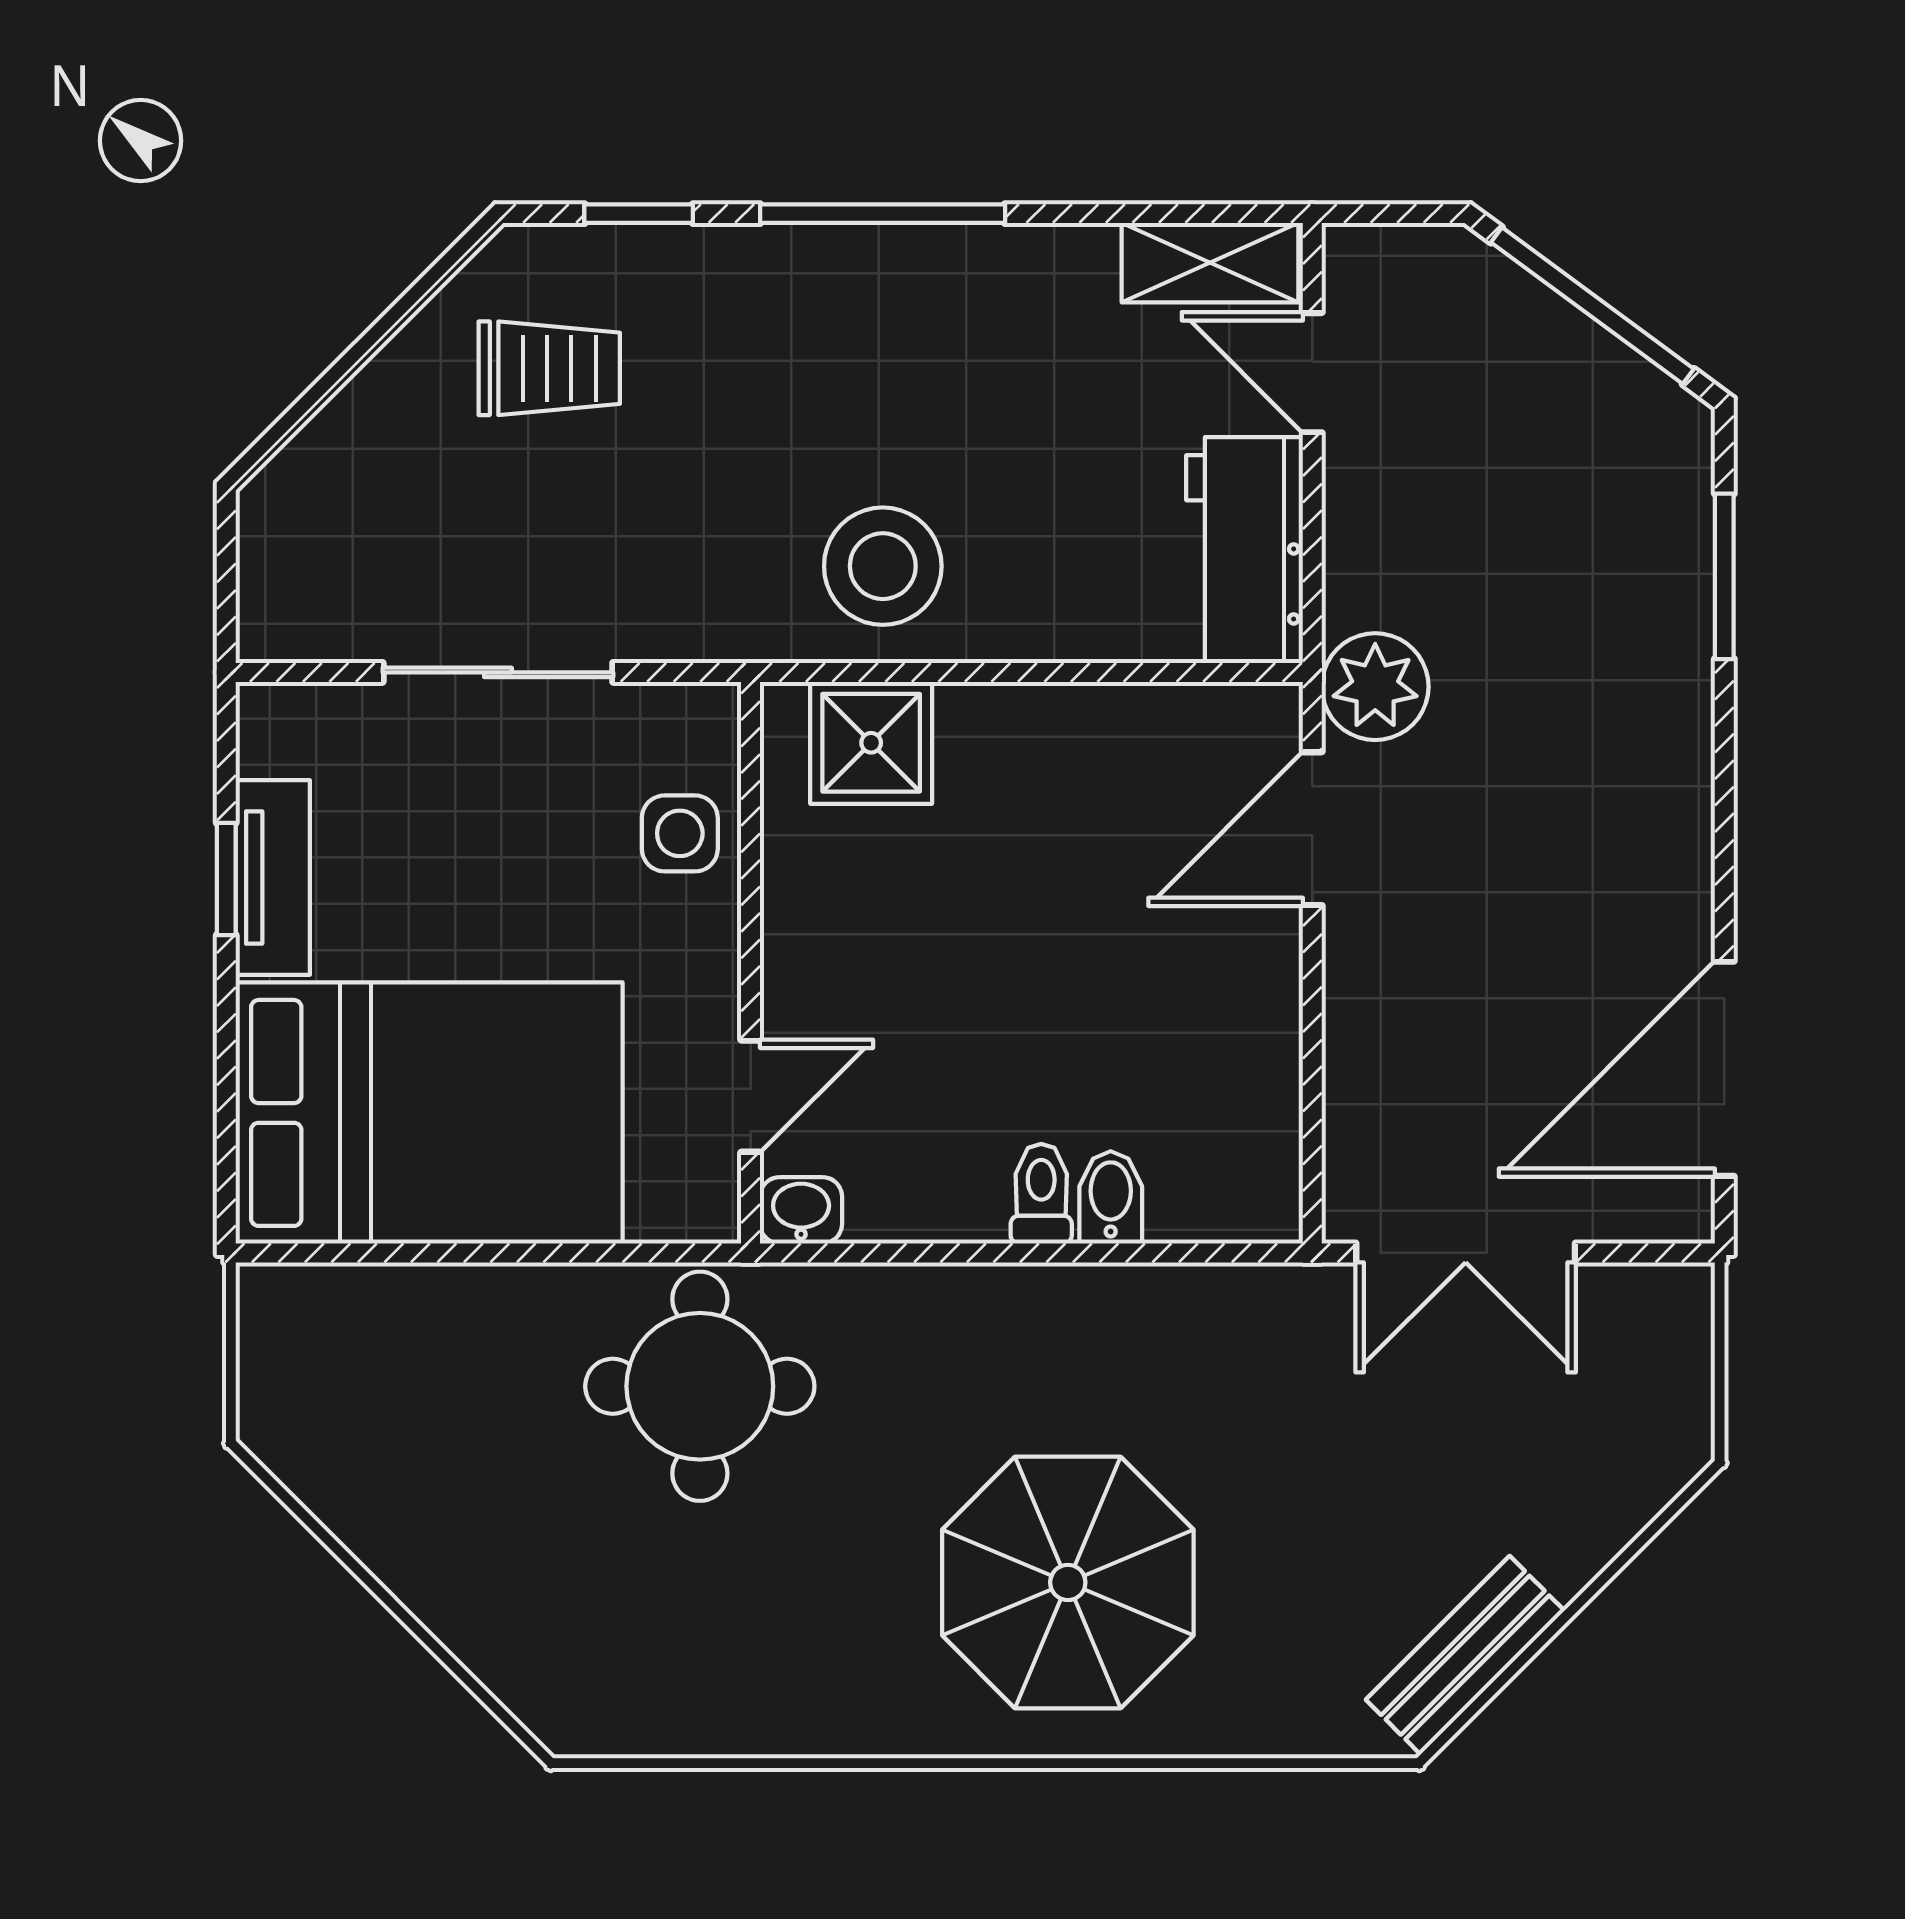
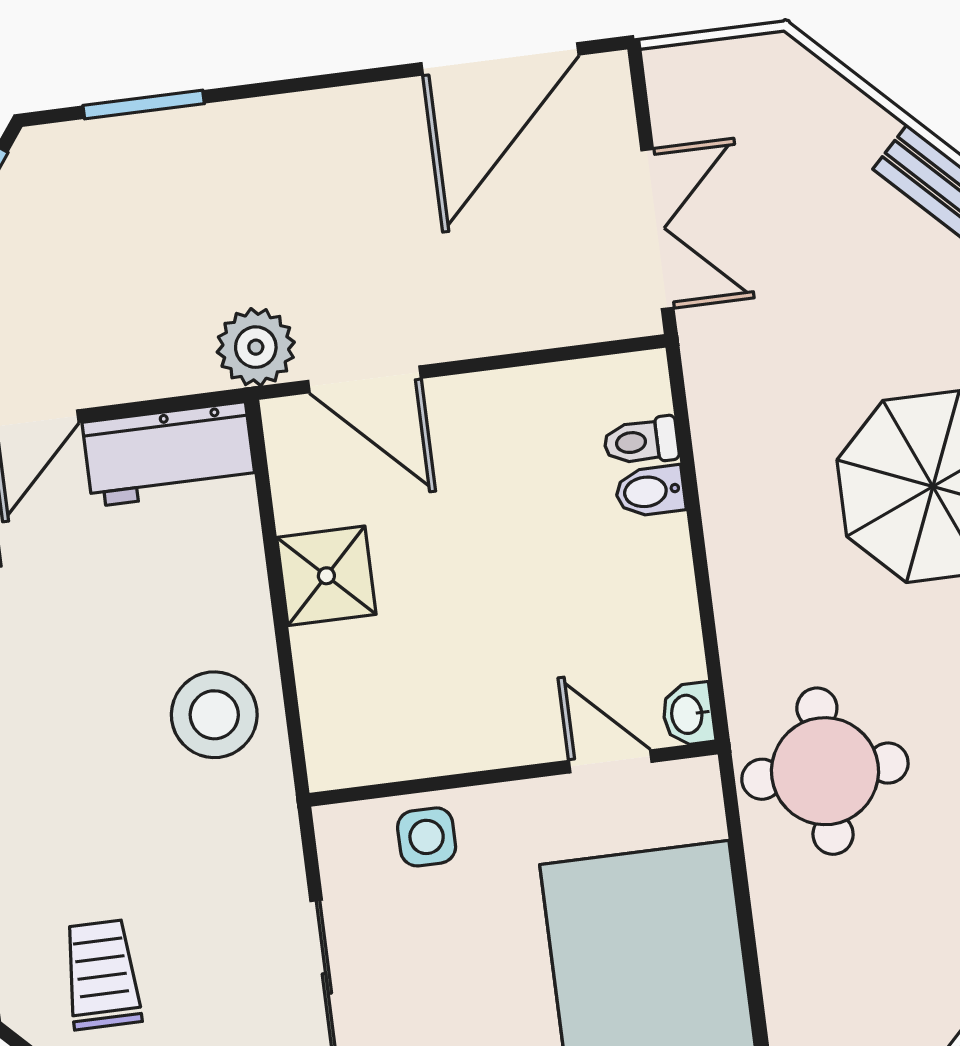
shower: (871, 743) -> (326, 576), moved
door: (1724, 1069) -> (500, 59), hinge flipped
toilet: (1041, 1194) -> (641, 441), moved

